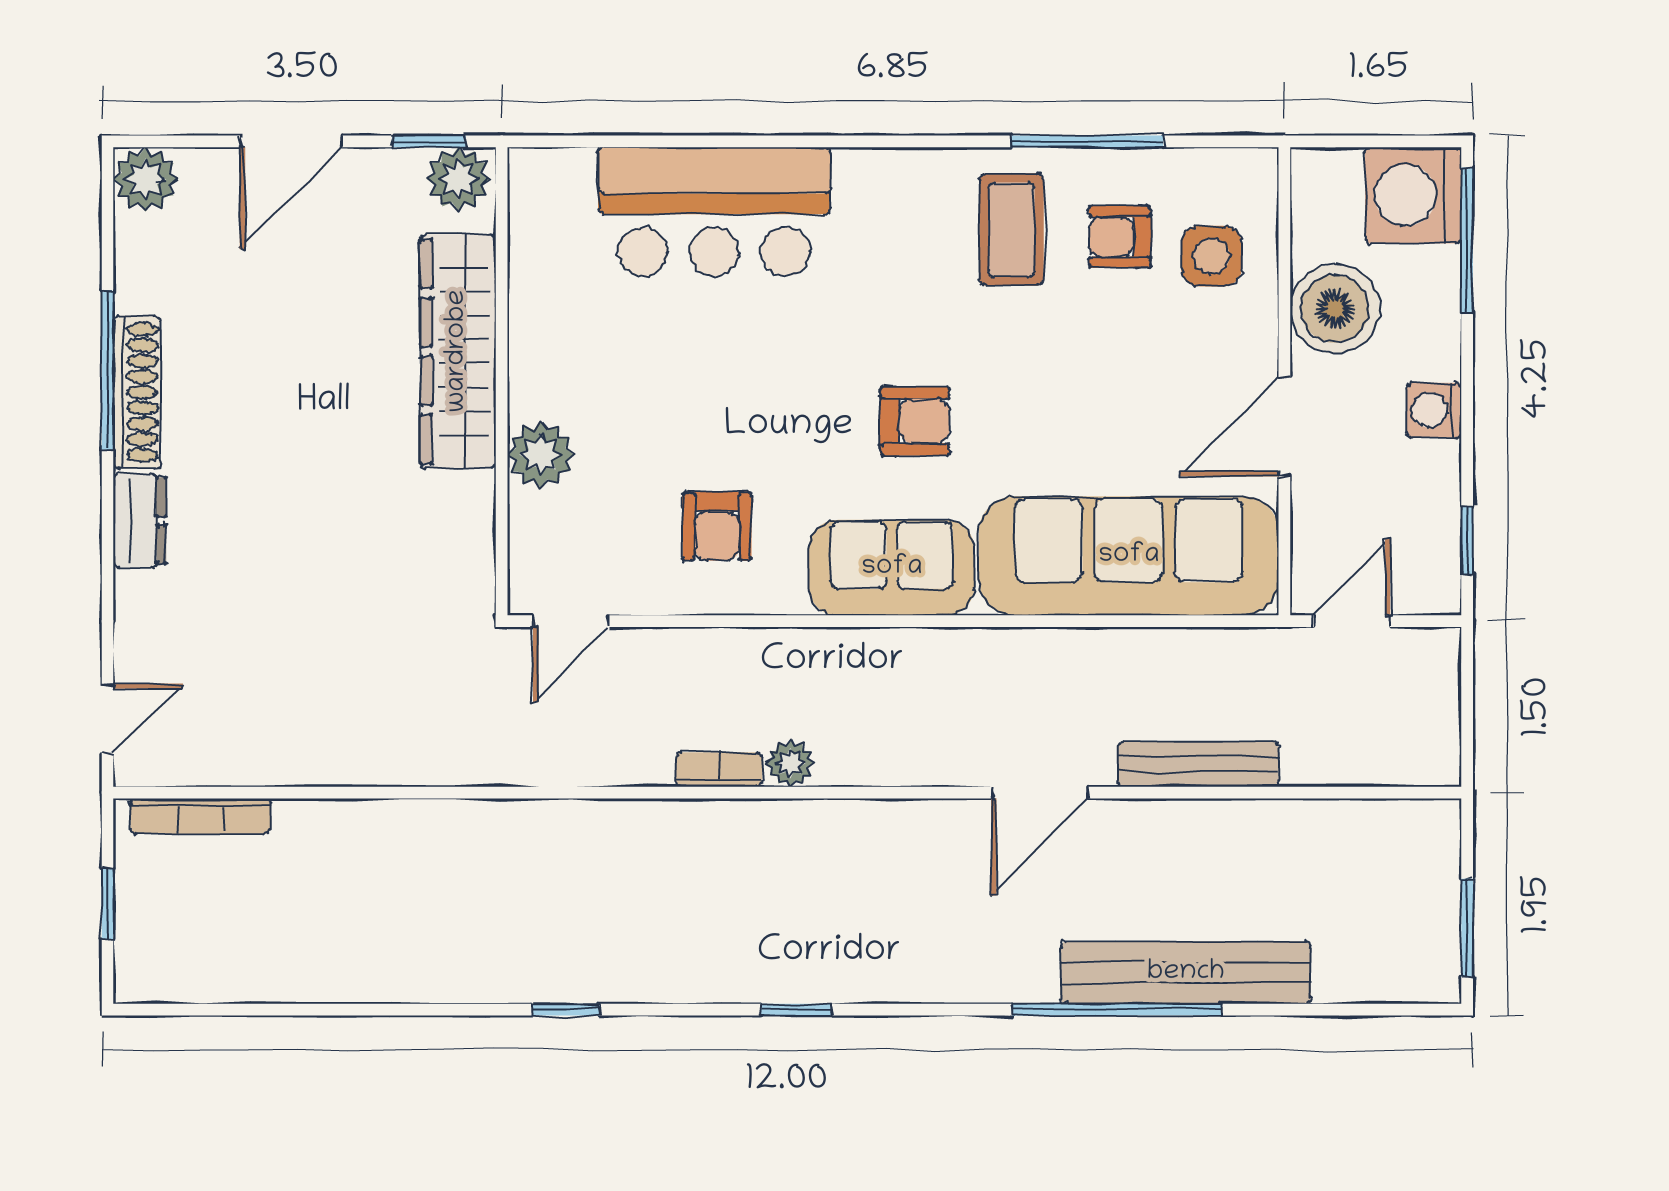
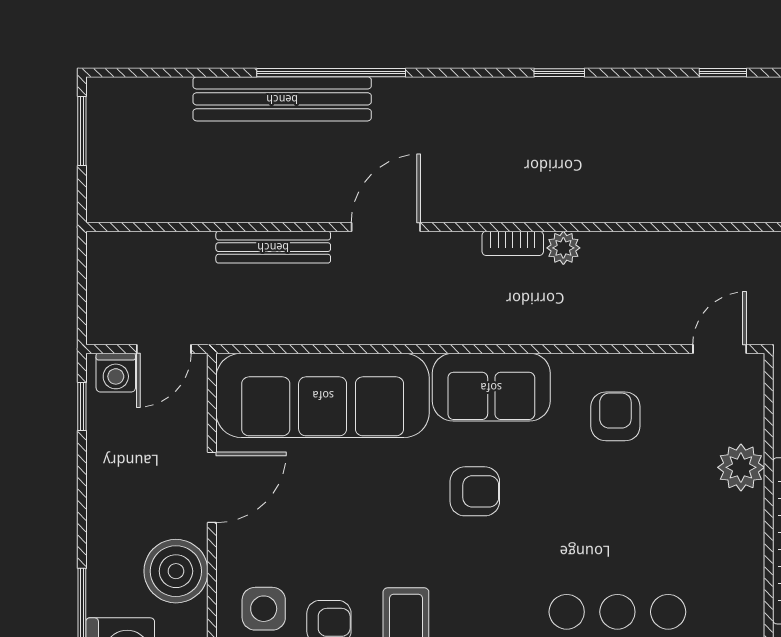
washing machine: (1434, 410) -> (116, 373), moved, turned 90
armchair: (915, 421) -> (475, 491), turned 180
bookcase: (719, 770) -> (513, 243), moved

